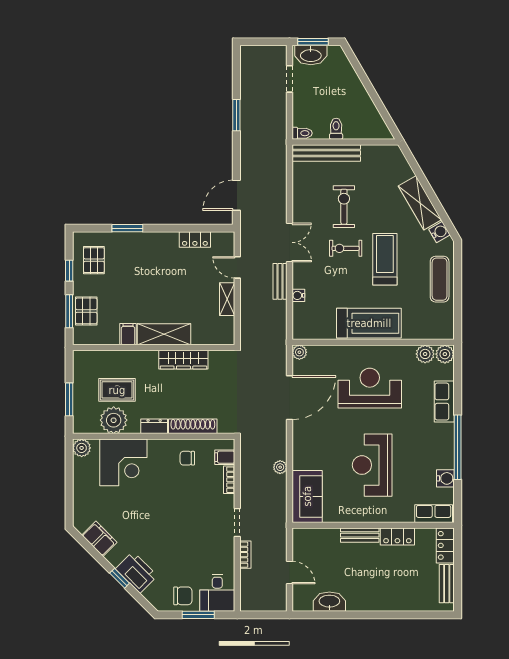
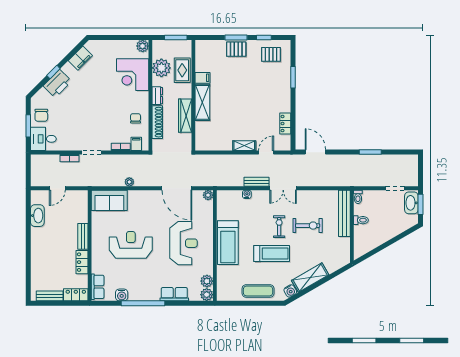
filing cabinet: (128, 334) -> (202, 78), moved
shelving: (164, 334) -> (202, 102), moved
wall: (154, 347) -> (193, 95), moved
wardrobe: (183, 360) -> (185, 116), moved

